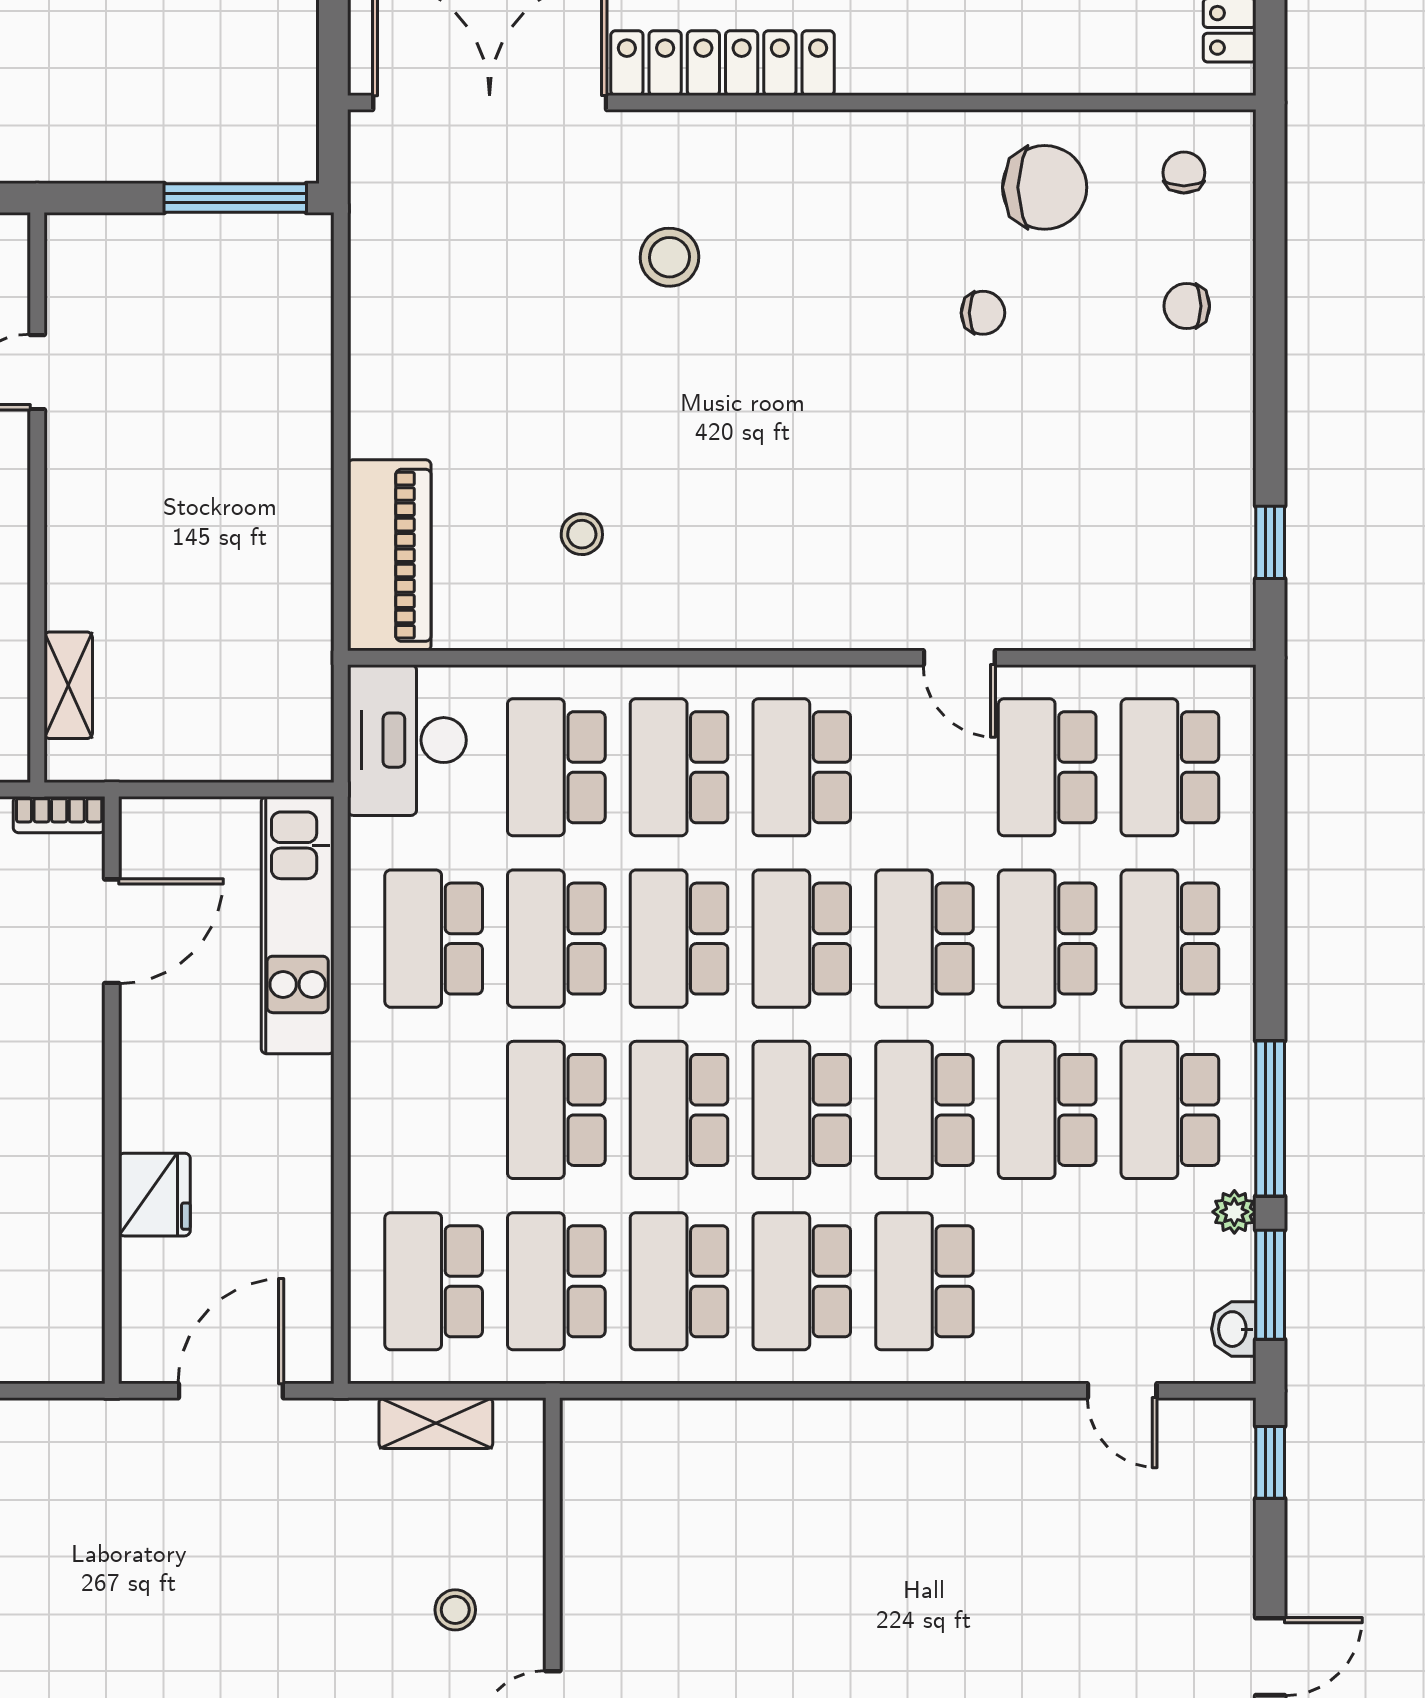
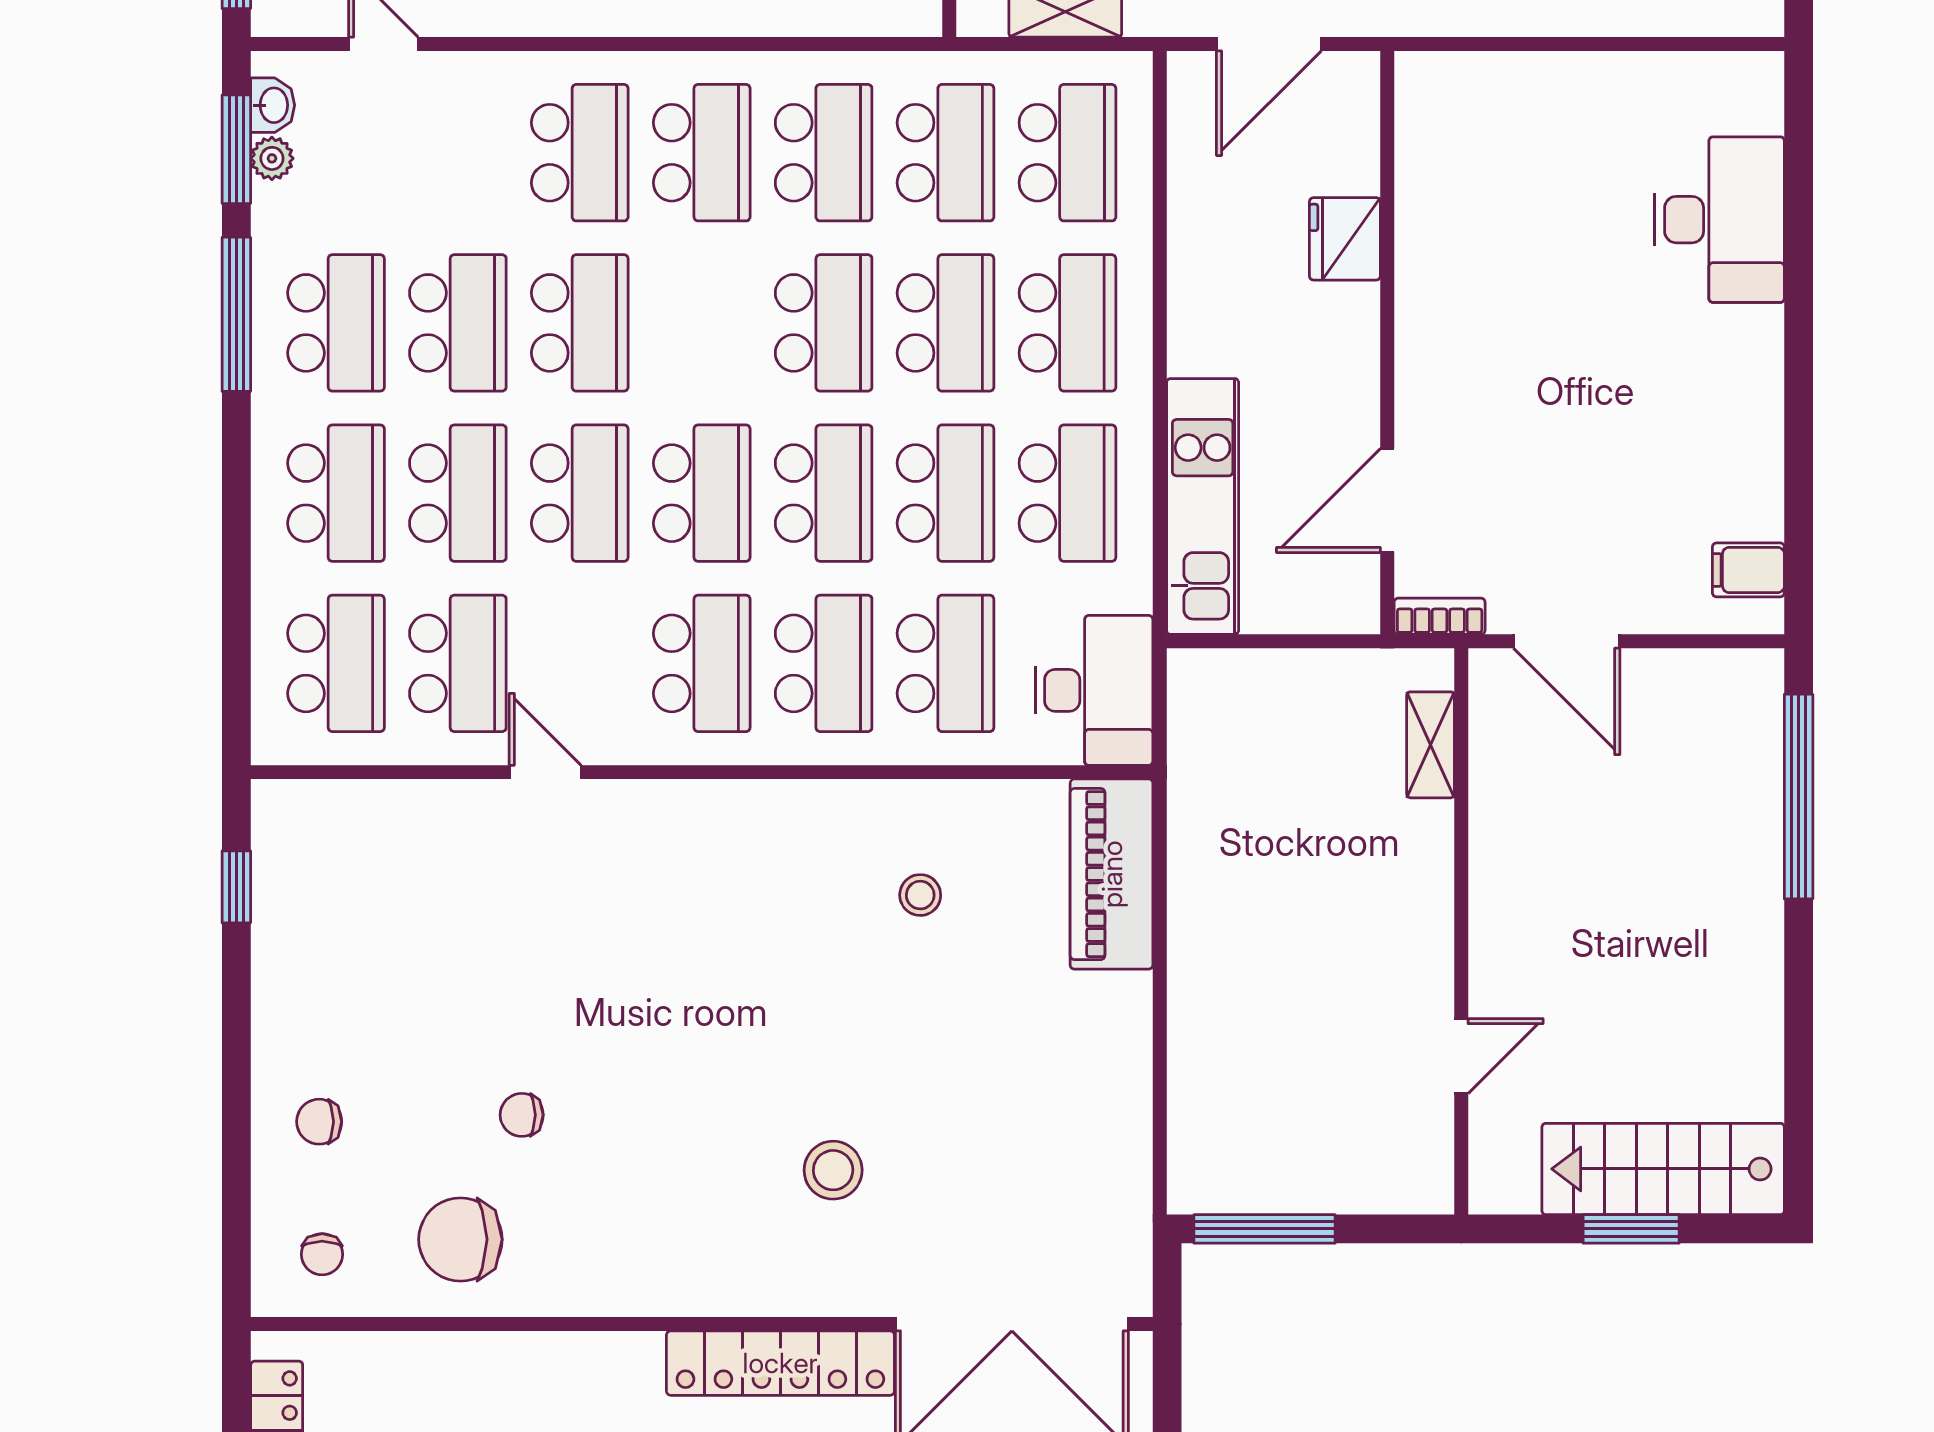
chair: (1187, 306) -> (319, 1122), turned 180
school desk: (802, 1110) -> (1067, 323), moved
plant: (1234, 1212) -> (272, 158), moved

